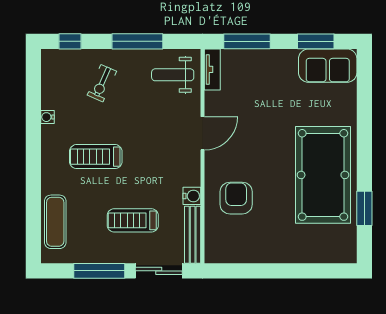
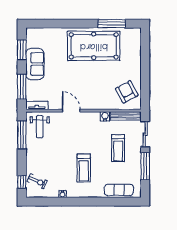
window: (137, 41) -> (22, 135), moved
sofa: (328, 66) -> (35, 64), moved
exercise bike: (102, 83) -> (37, 181), moved
armchair: (236, 198) -> (127, 92), moved, turned 62
window: (364, 208) -> (112, 24), width x1.44

